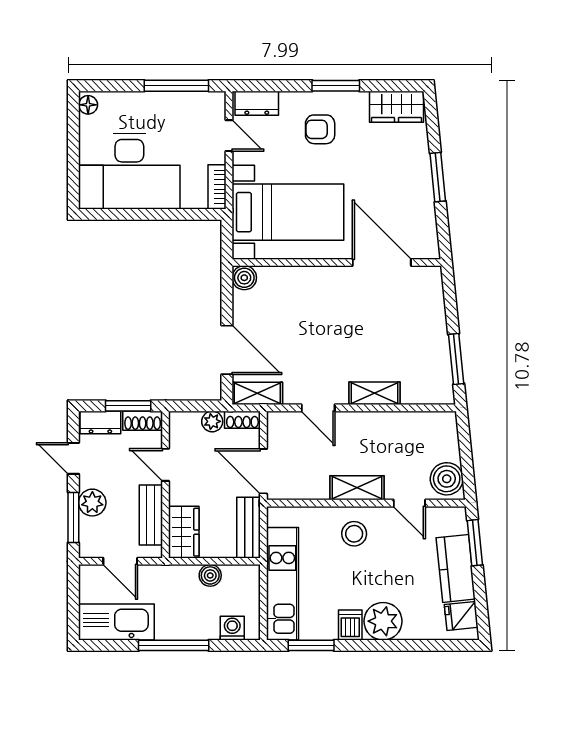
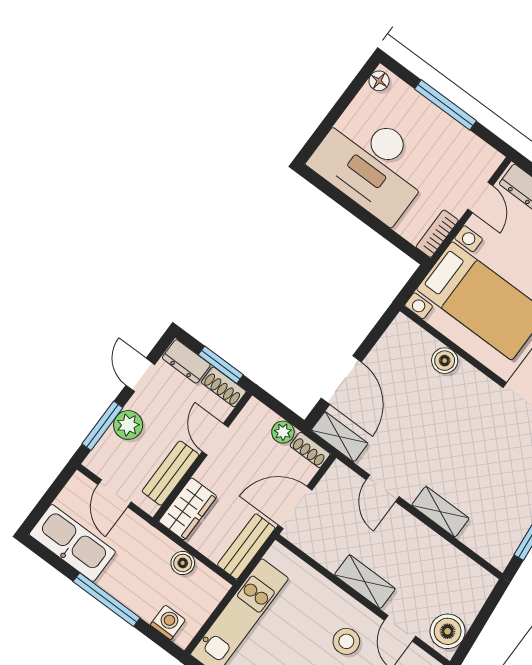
window: (176, 86) -> (446, 105), moved
boiler: (244, 278) -> (445, 361), moved
door: (263, 471) -> (295, 508), hinge flipped
stool: (354, 534) -> (346, 641), moved

